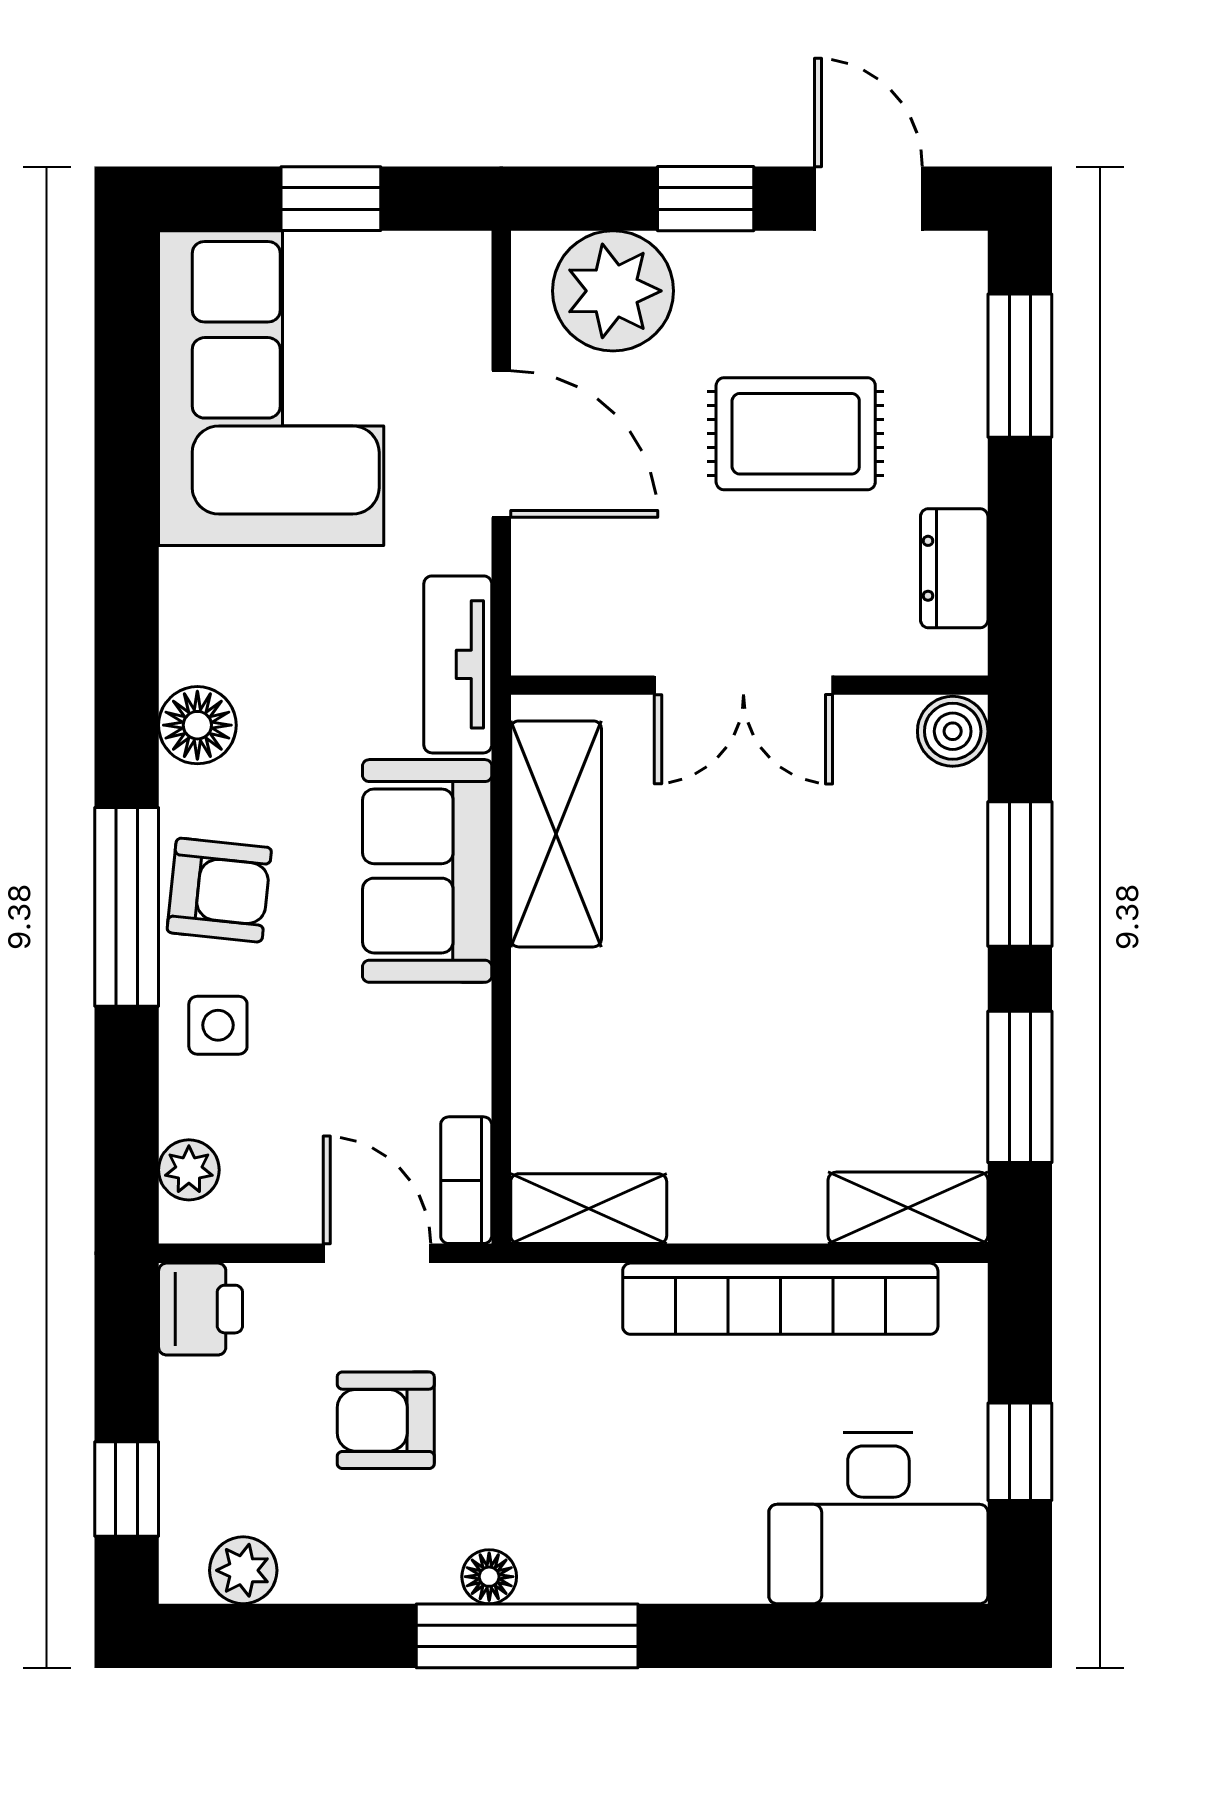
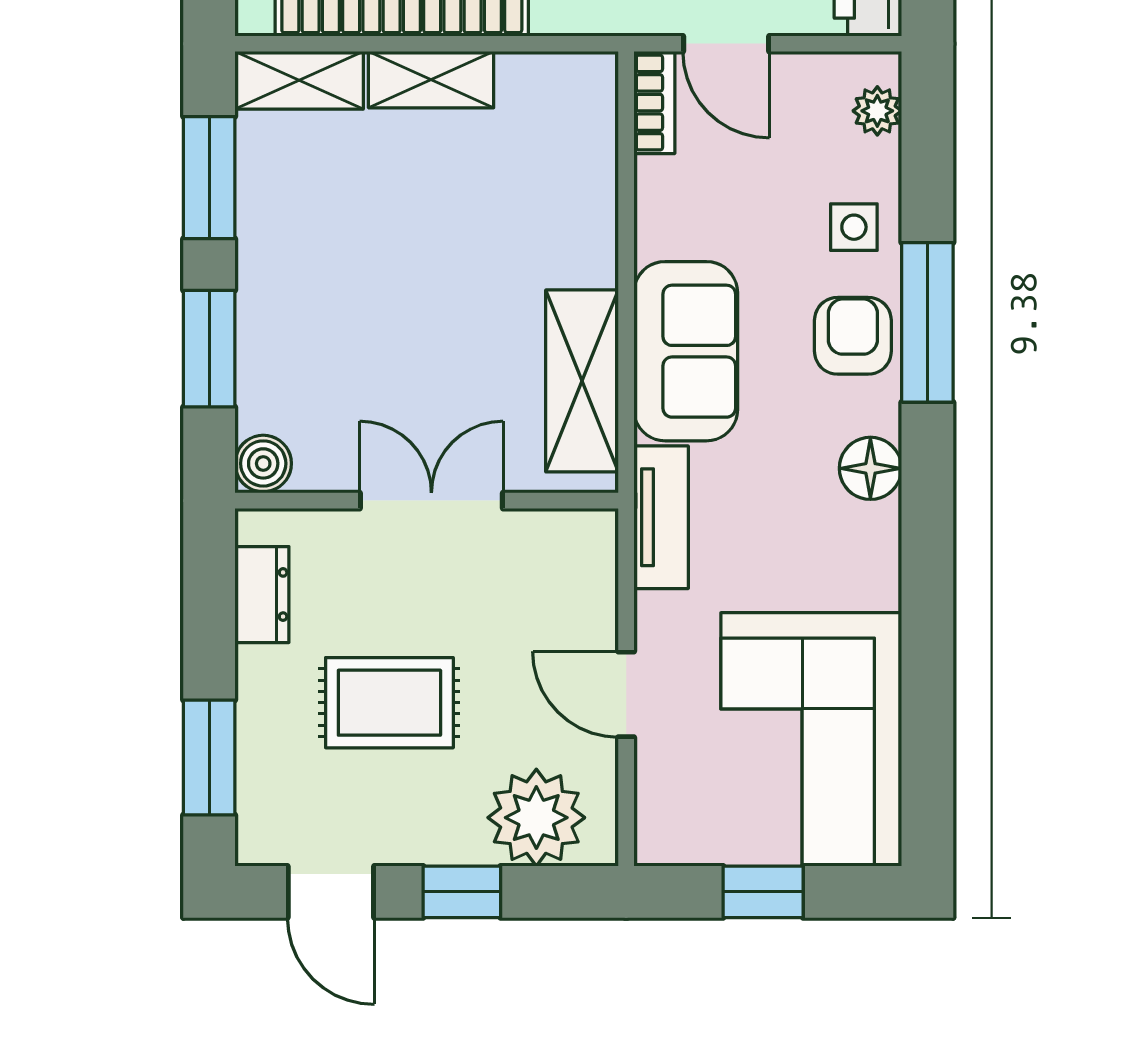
door: (501, 444) -> (626, 694), width x0.73
armchair: (219, 890) -> (853, 336), turned 84
shelving: (589, 1209) -> (431, 80), moved

